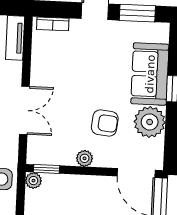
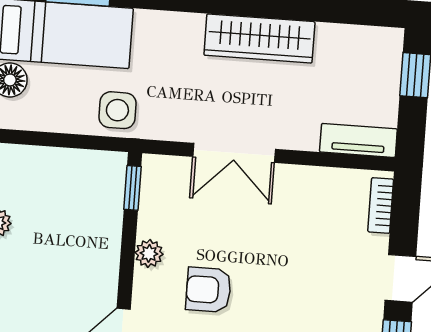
armchair: (105, 123) -> (209, 290), turned 84
plant: (33, 181) -> (113, 165), removed

